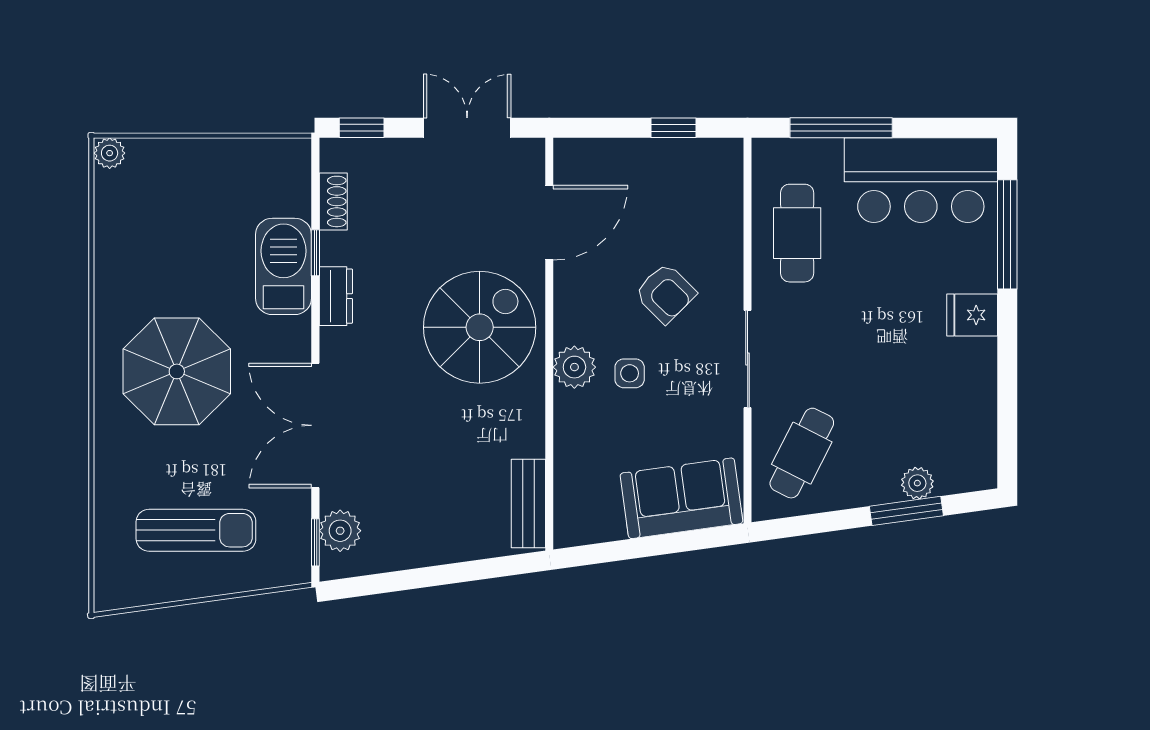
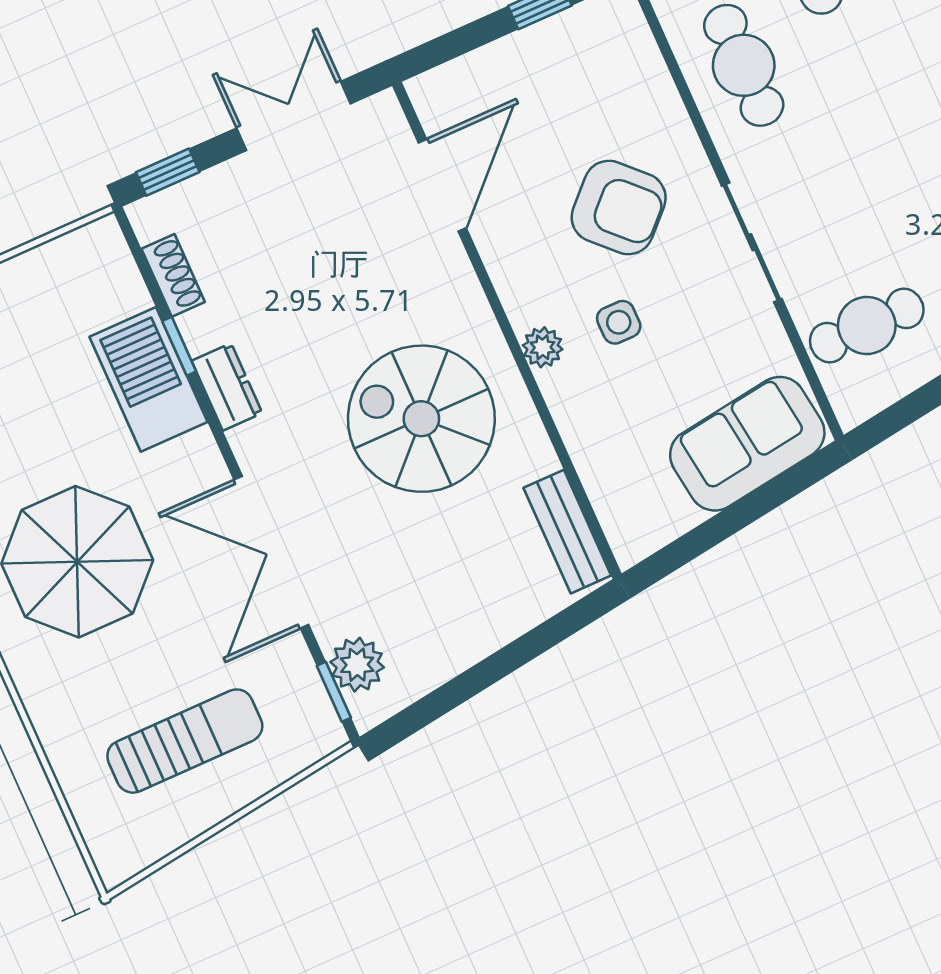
armchair: (665, 293) -> (619, 207), width x1.38, depth x1.38
spiral stairs: (480, 327) -> (421, 419), moved, turned -90
plant: (574, 367) -> (543, 347), width x0.73, depth x0.73
cafe table: (802, 453) -> (867, 326), turned 63

